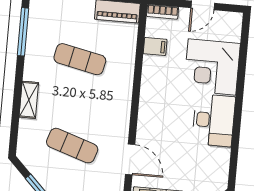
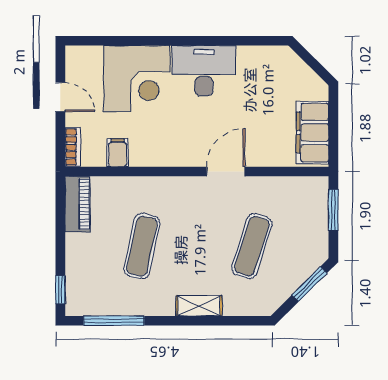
door: (130, 159) -> (226, 171), moved

